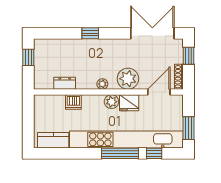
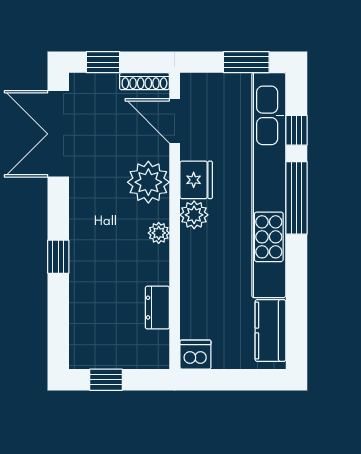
dishwasher: (73, 102) -> (195, 355), moved, turned -90

